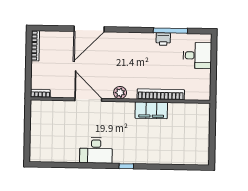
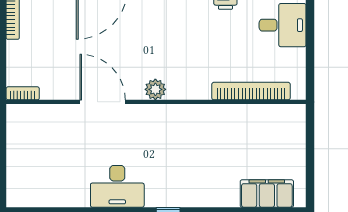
bookcase: (161, 94) -> (251, 91), moved
filing cabinet: (151, 110) -> (267, 193), moved, turned 180

